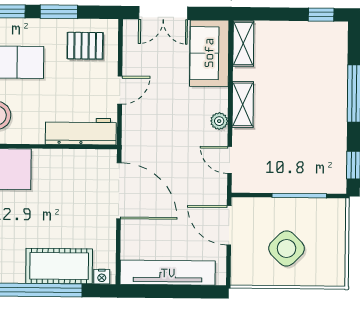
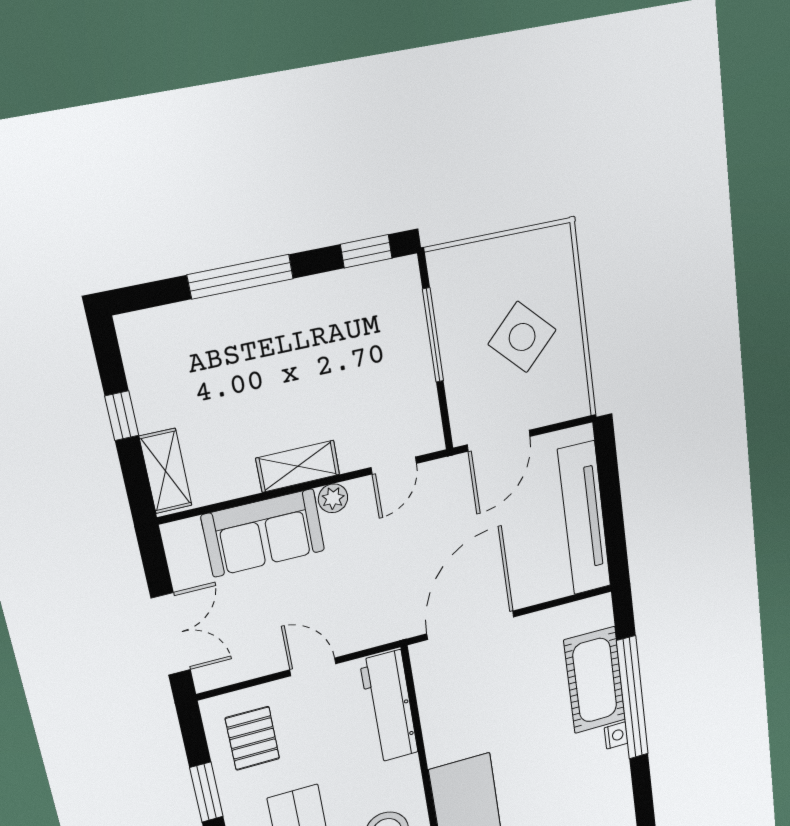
window: (321, 15) -> (122, 416), moved
shelving: (243, 44) -> (166, 471), moved, turned 90
sofa: (209, 53) -> (263, 533), moved
nightstand: (102, 277) -> (616, 735), moved

